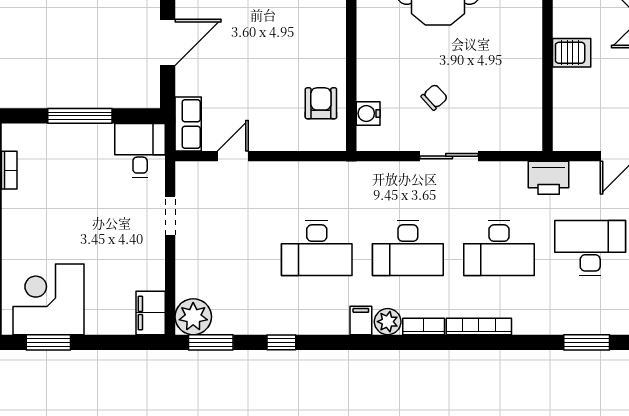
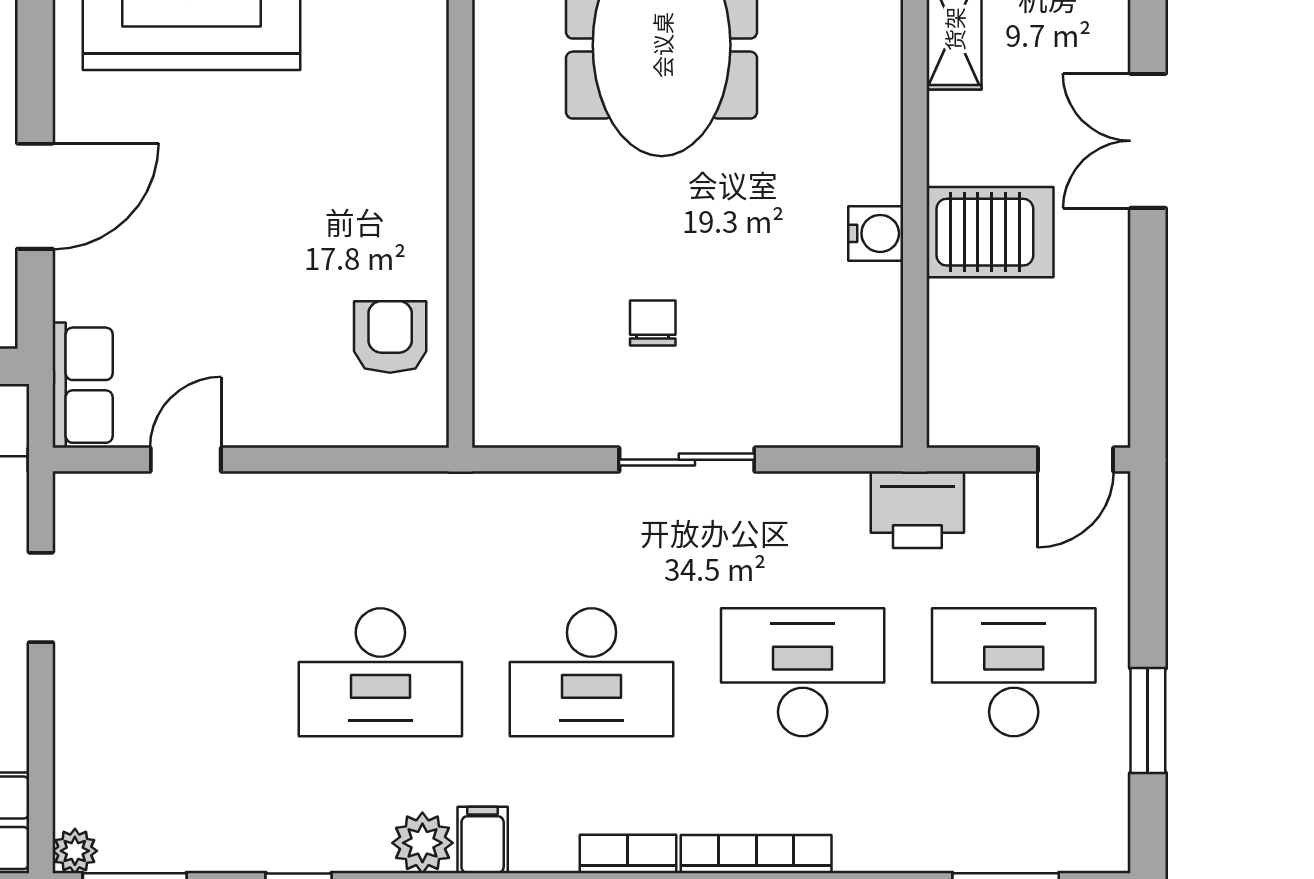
server rack: (572, 53) -> (990, 232), width x1.36, depth x1.44
chair: (434, 97) -> (653, 323), turned -48
water cooler: (368, 113) -> (876, 233), moved, turned 180
desk: (499, 248) -> (803, 672), turned 180
plant: (193, 317) -> (75, 851), width x0.53, depth x0.53
plant: (388, 322) -> (422, 843), moved

